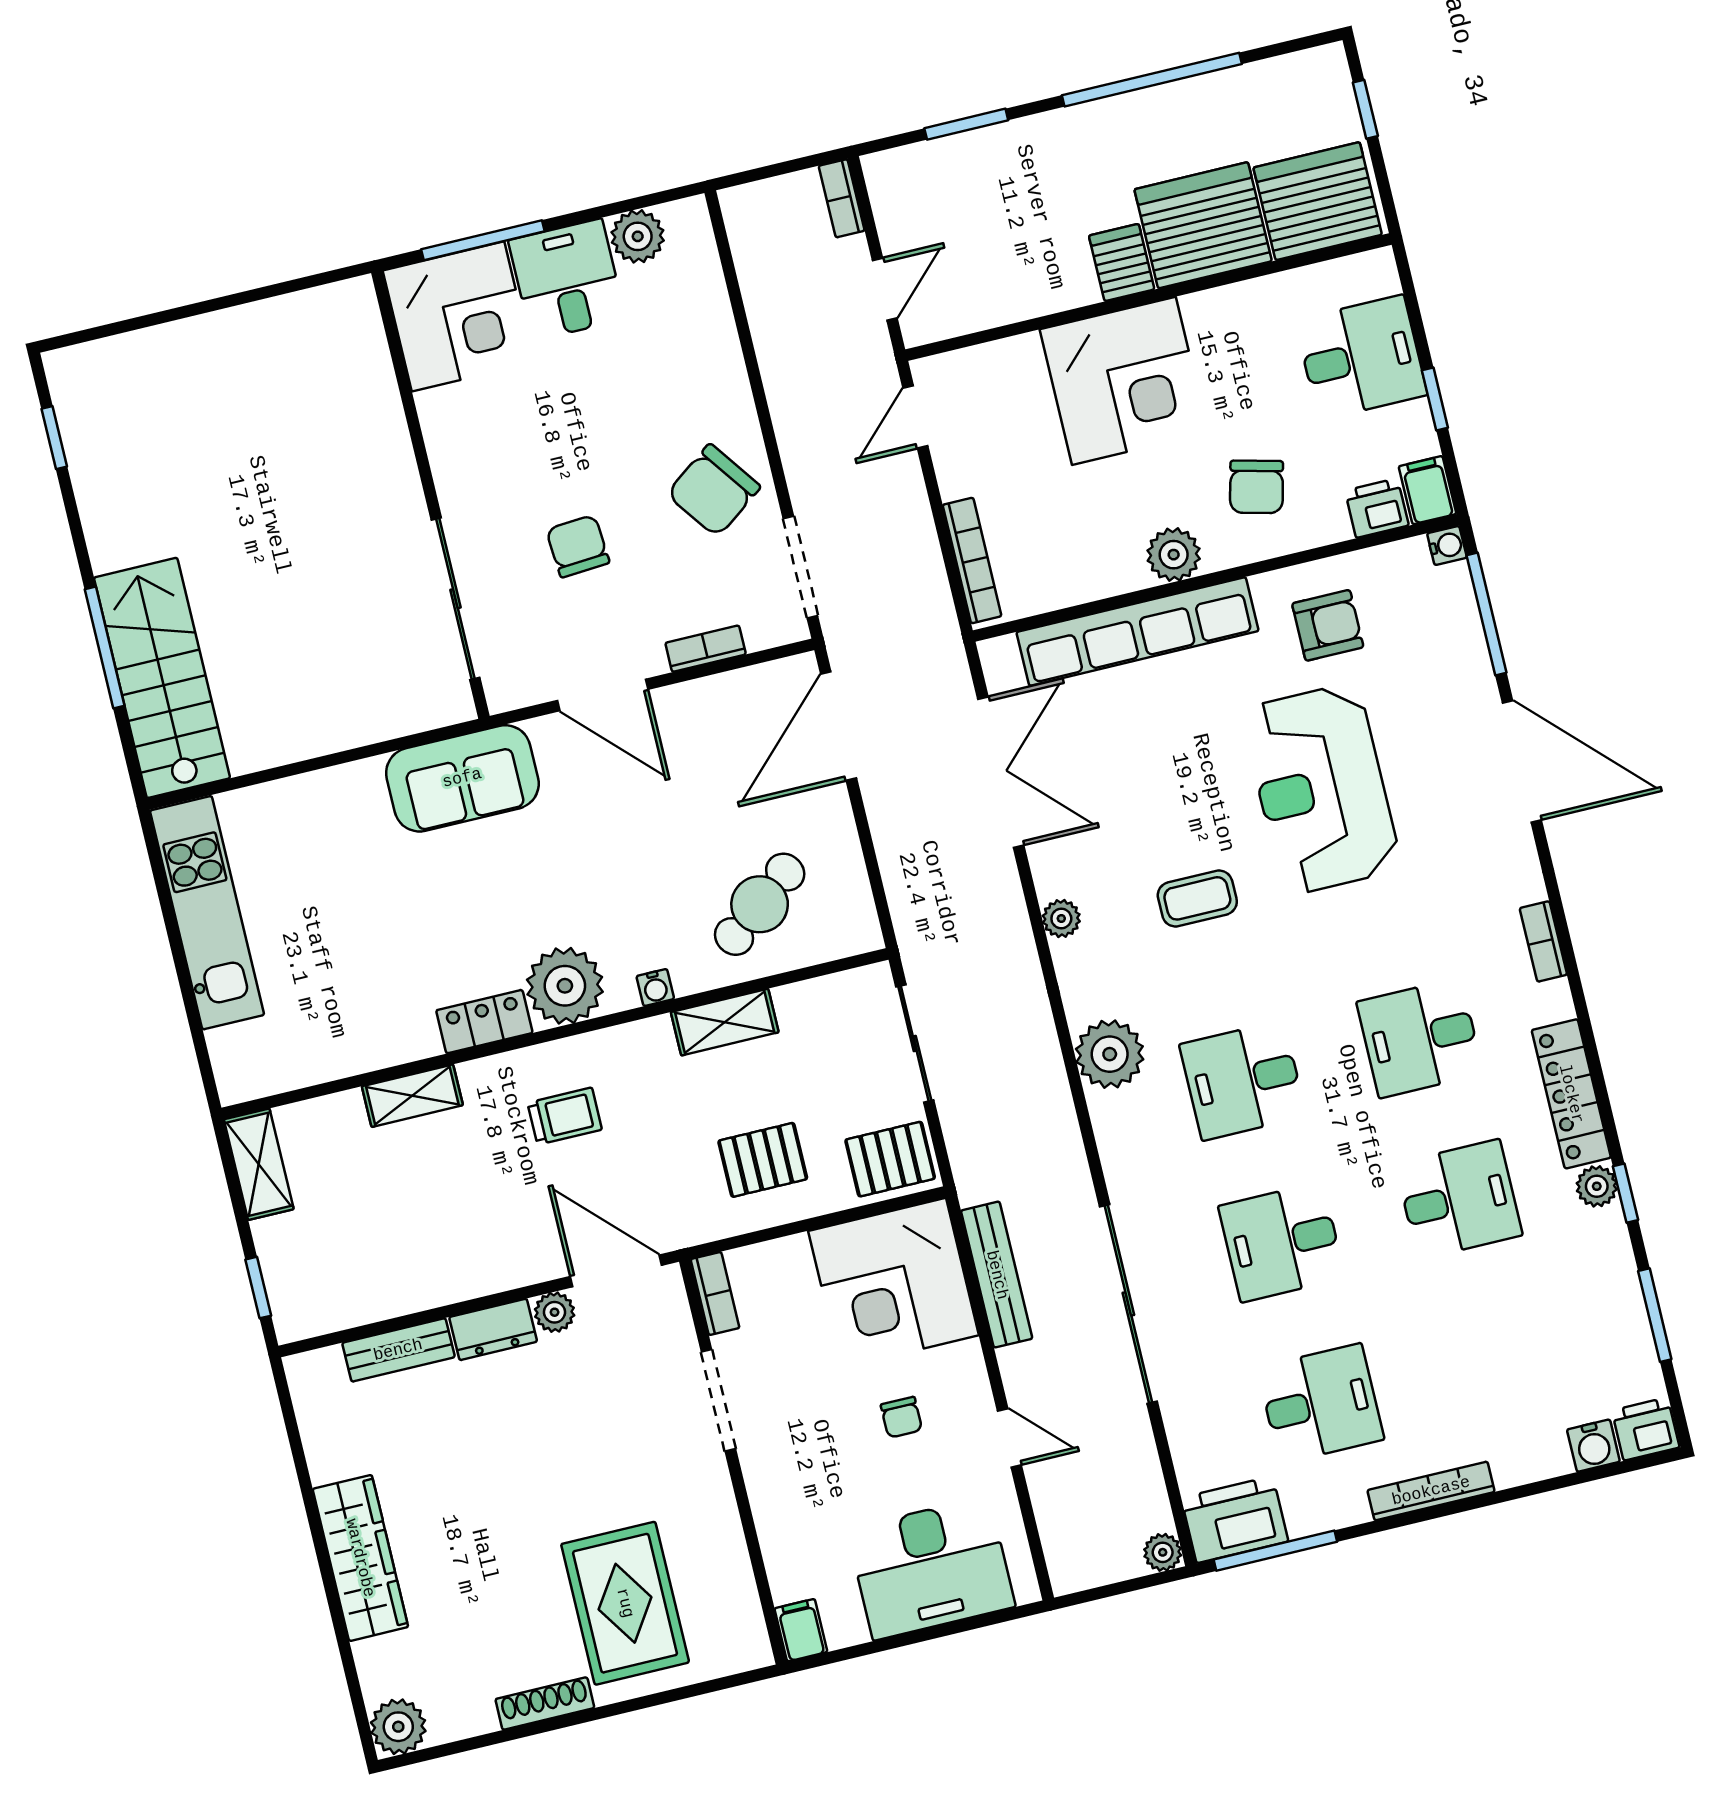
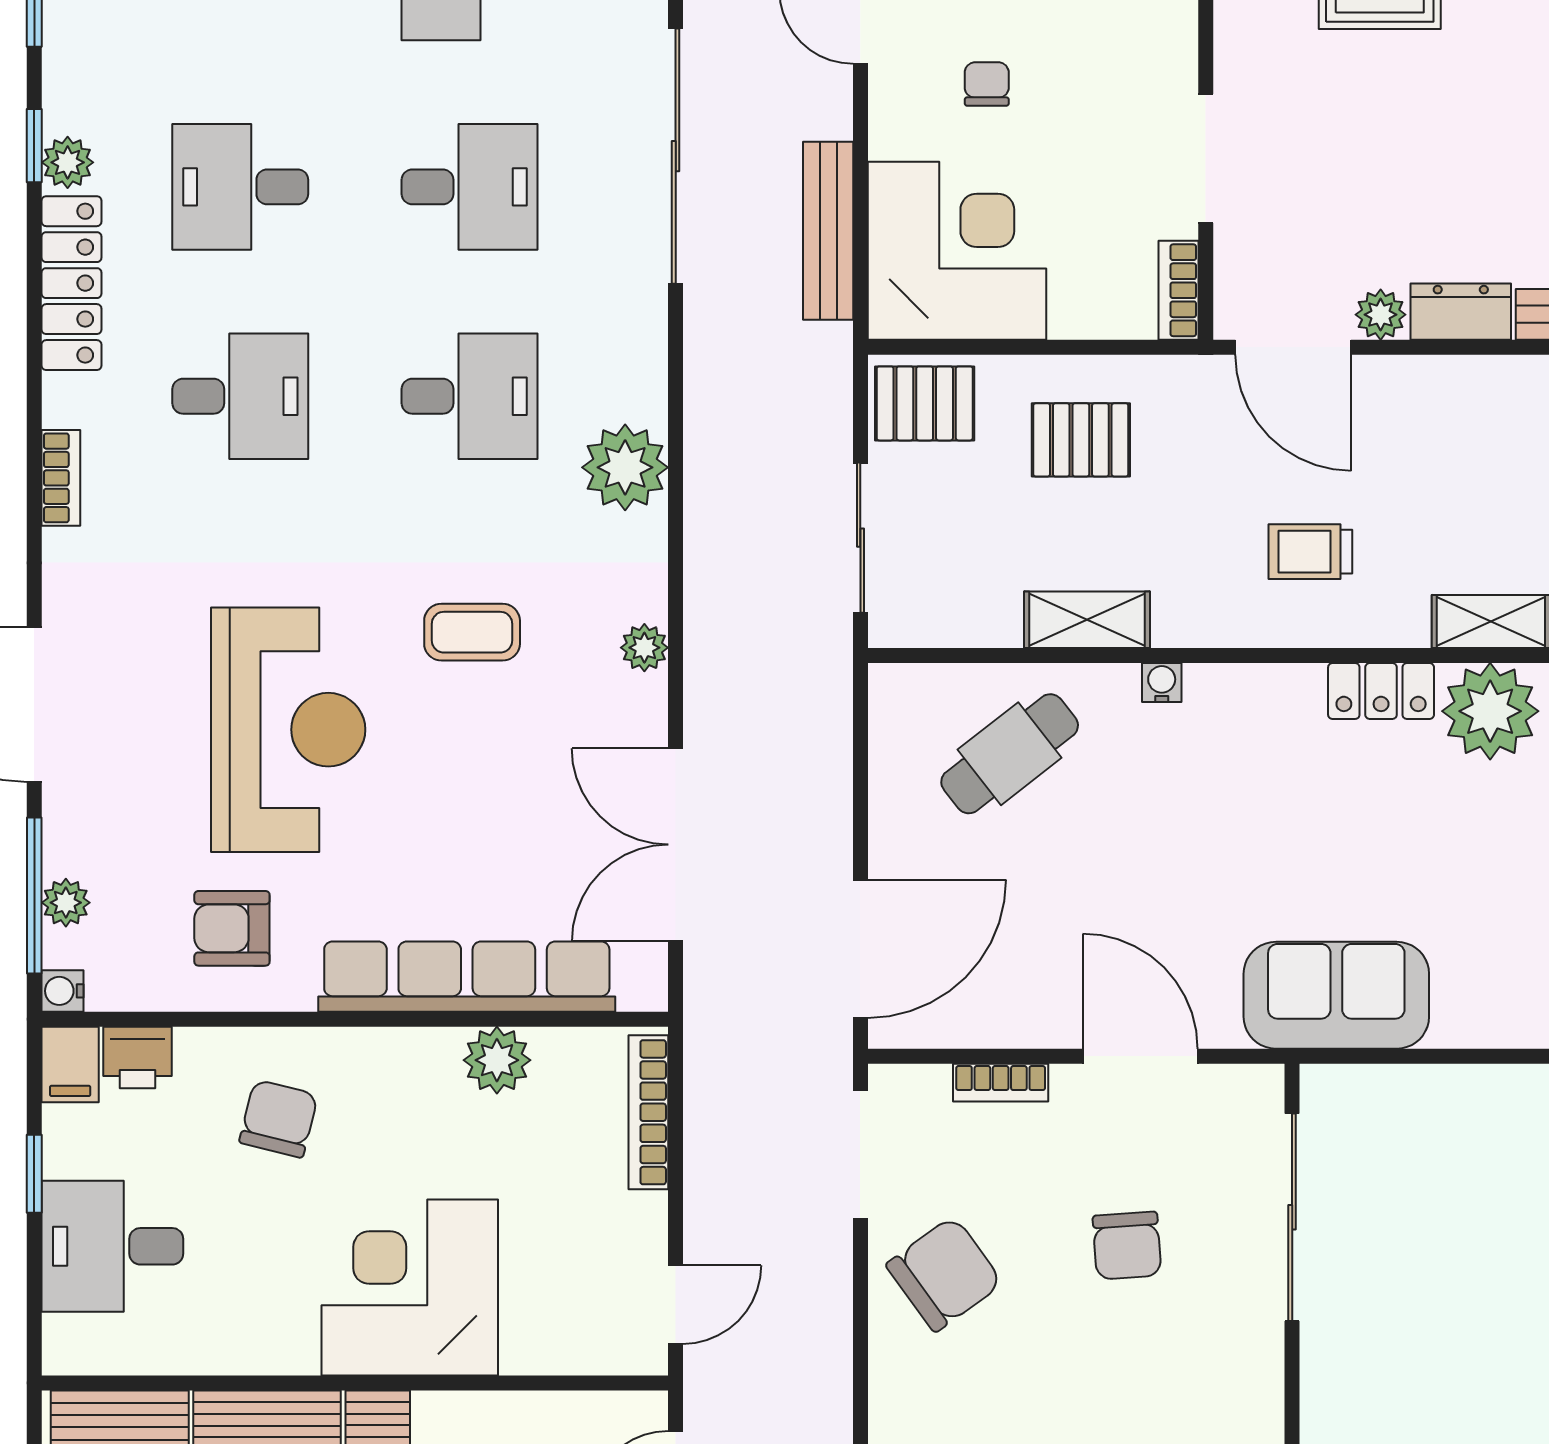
plant: (1174, 555) -> (497, 1060), moved
plant: (1461, 614) -> (66, 903), added
plant: (565, 986) -> (1490, 711), moved

